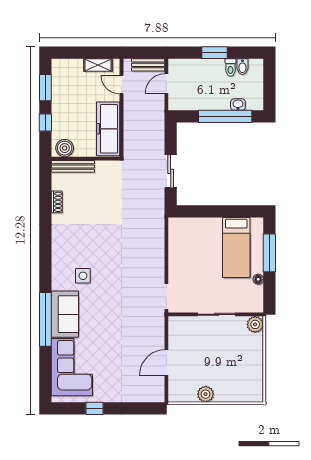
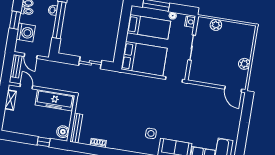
washing machine: (199, 71) -> (26, 33), added
door: (122, 85) -> (26, 86), swing flipped
window: (45, 88) -> (20, 138), removed
bed: (189, 248) -> (144, 59), added
nightstand: (253, 306) -> (190, 22), added
plant: (255, 324) -> (216, 25), moved
door: (166, 362) -> (233, 89), moved
window: (95, 408) -> (242, 140), removed

